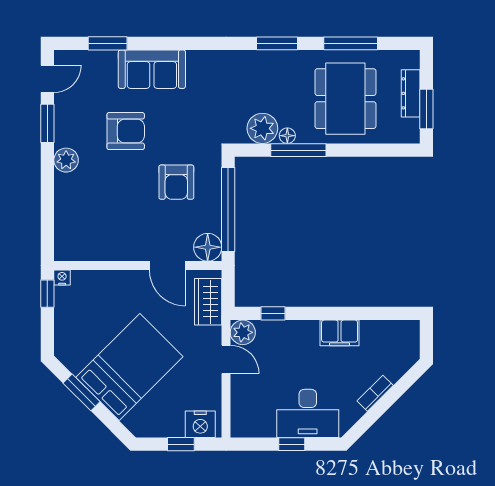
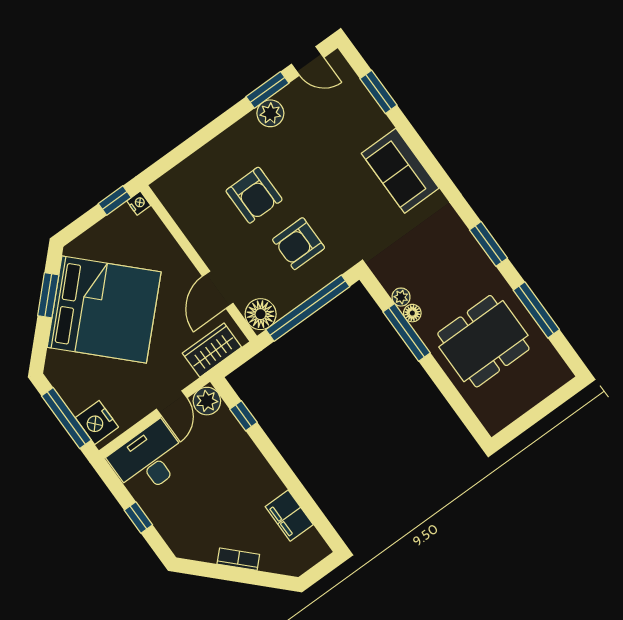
sofa: (152, 69) -> (400, 171), moved
dresser: (411, 93) -> (530, 396), removed
window: (426, 109) -> (527, 421), removed
plant: (262, 128) -> (401, 297), width x0.53, depth x0.53
armchair: (126, 131) -> (254, 195), moved
plant: (66, 160) -> (270, 113), moved
filing cabinet: (340, 333) -> (289, 516), moved
bed: (129, 367) -> (104, 310), width x1.36
desk: (308, 413) -> (149, 459), moved, turned 90
window: (181, 444) -> (66, 418), width x2.17

